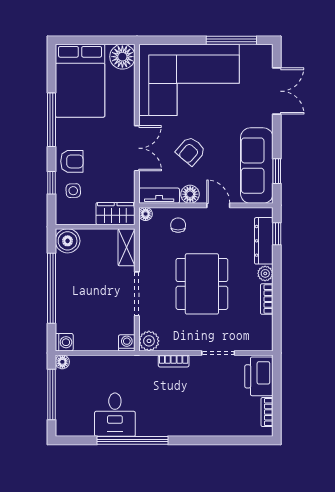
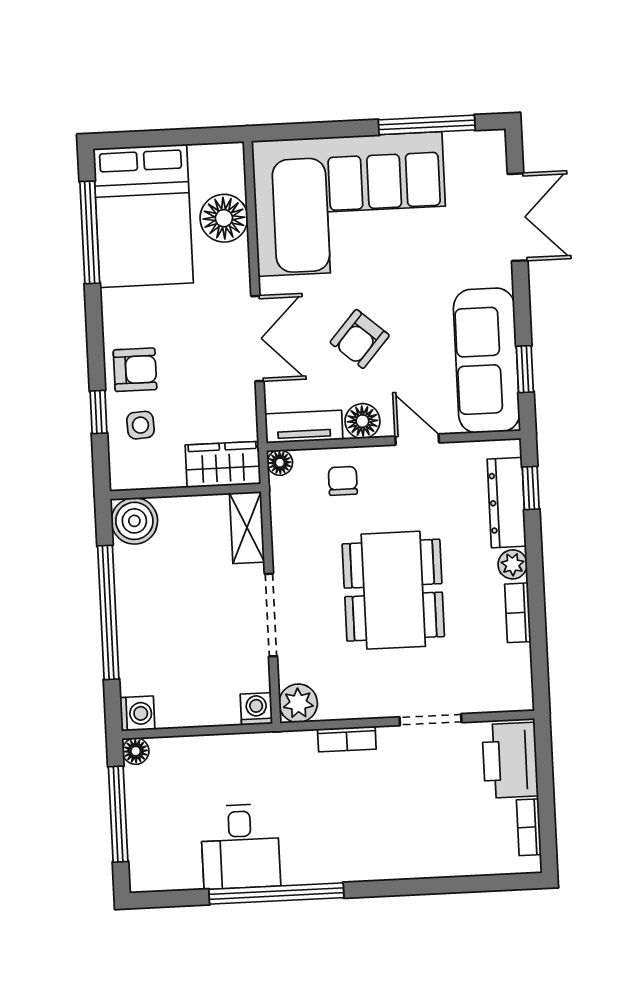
floor lamp: (122, 57) -> (224, 218), moved
window: (51, 120) -> (90, 232), moved

